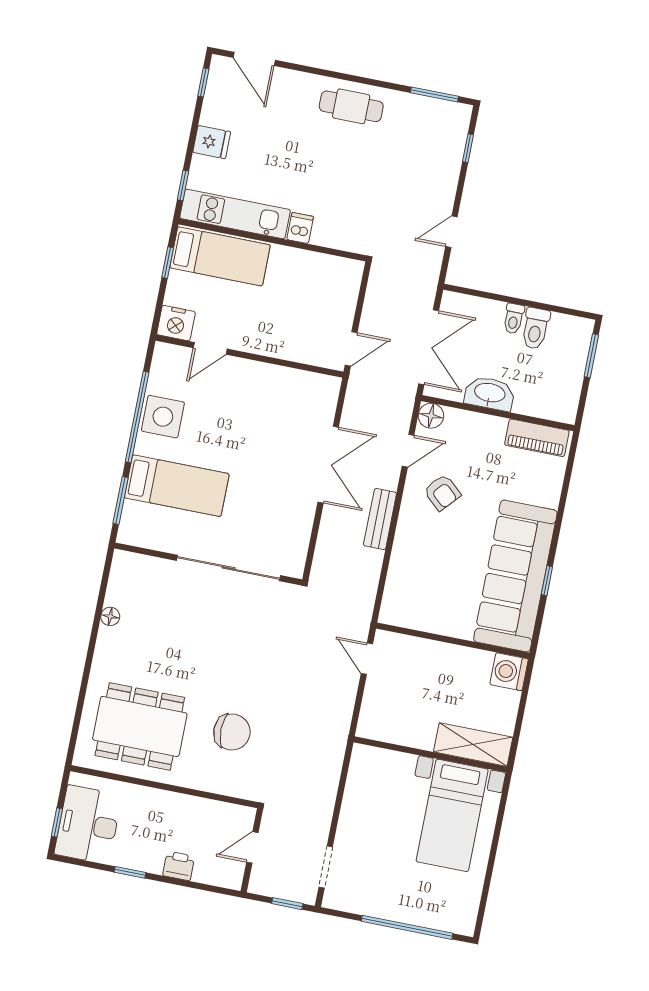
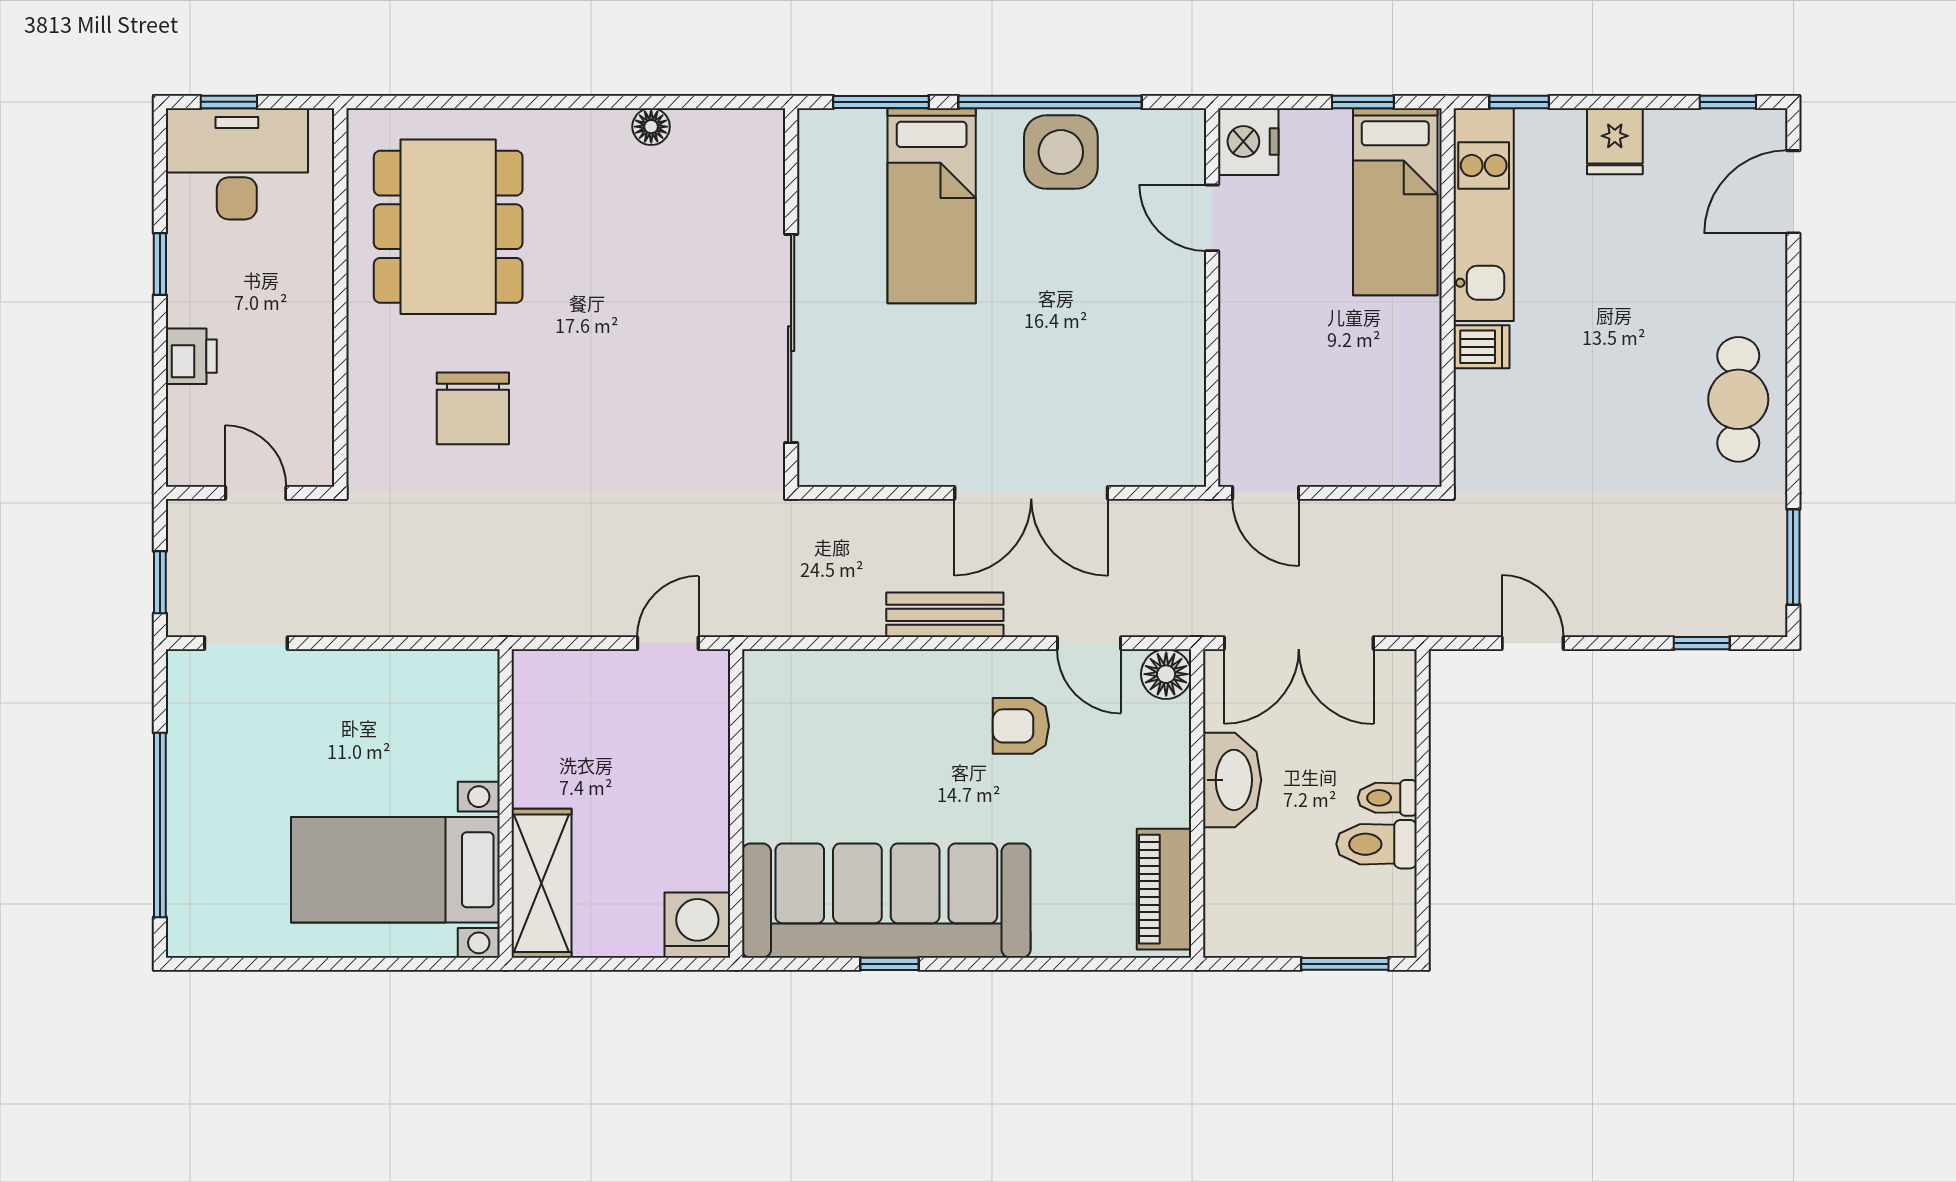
armchair: (442, 492) -> (1021, 726), turned 48

